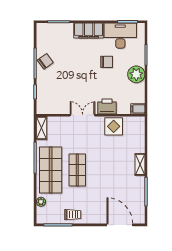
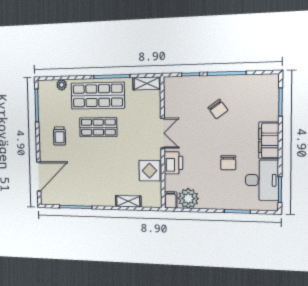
chair: (45, 61) -> (218, 109), moved
plant: (136, 74) -> (188, 198), moved
shelving: (140, 164) -> (128, 201), moved
trolley: (73, 215) -> (59, 136), moved

